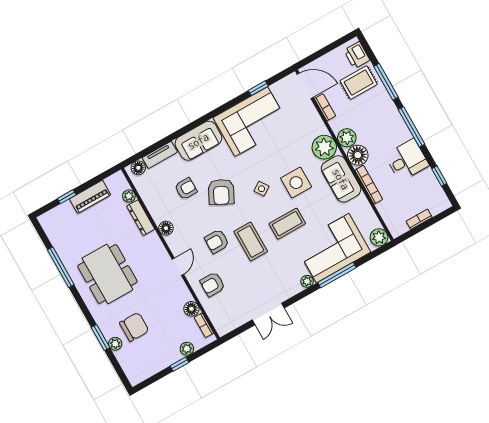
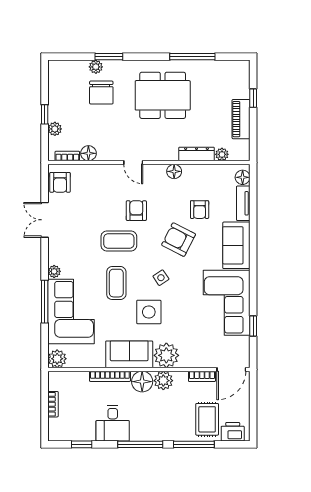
armchair: (213, 284) -> (60, 182), moved, turned 180

